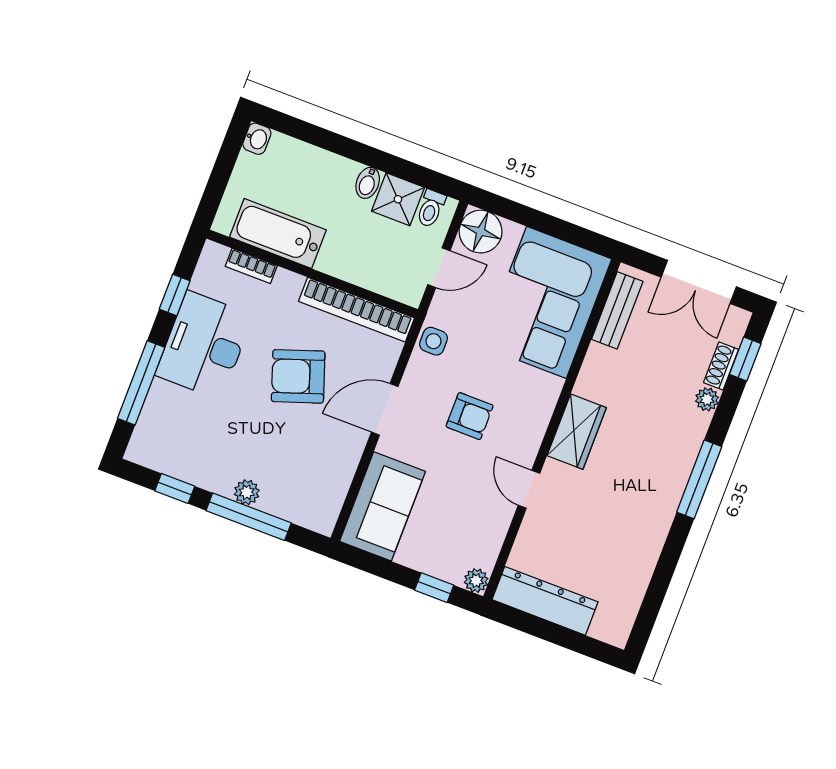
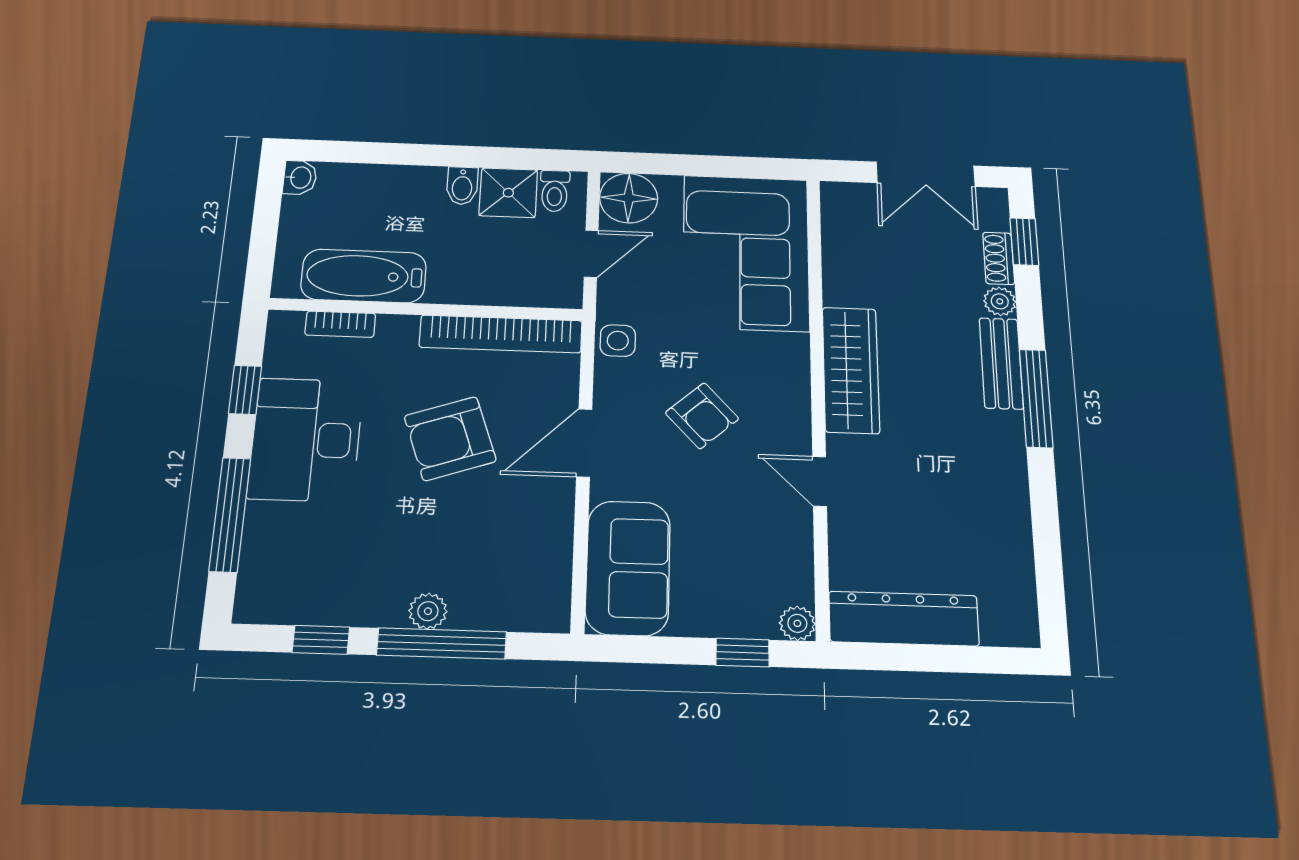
bench: (617, 310) -> (1001, 363), moved
armchair: (470, 416) -> (702, 416), turned 48
wardrobe: (577, 432) -> (851, 370), width x1.50

